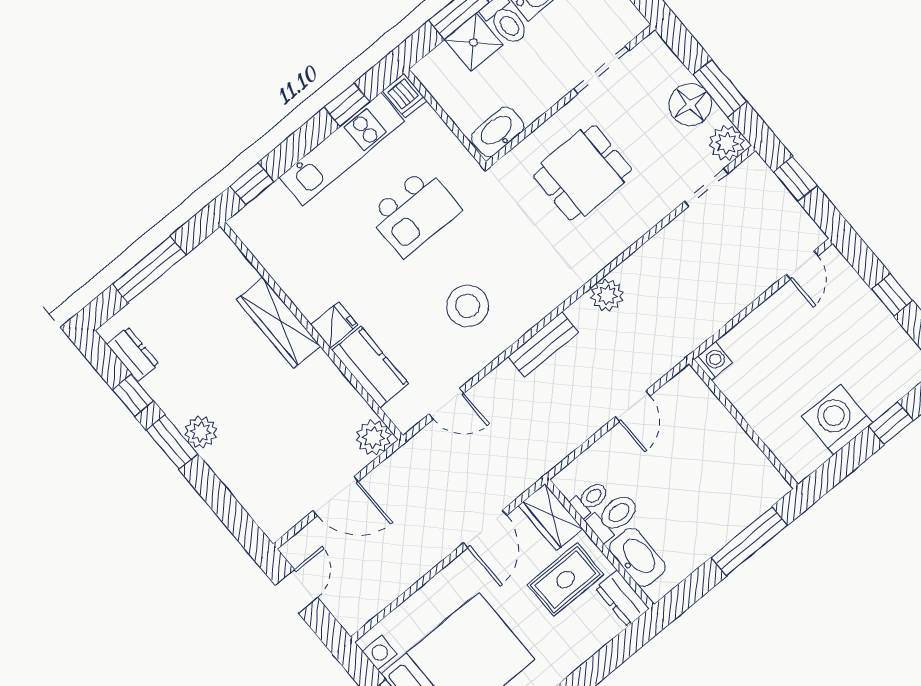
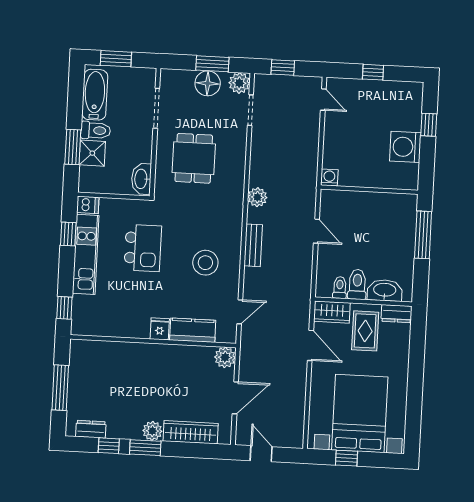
wardrobe: (278, 323) -> (191, 432), moved, turned 180

